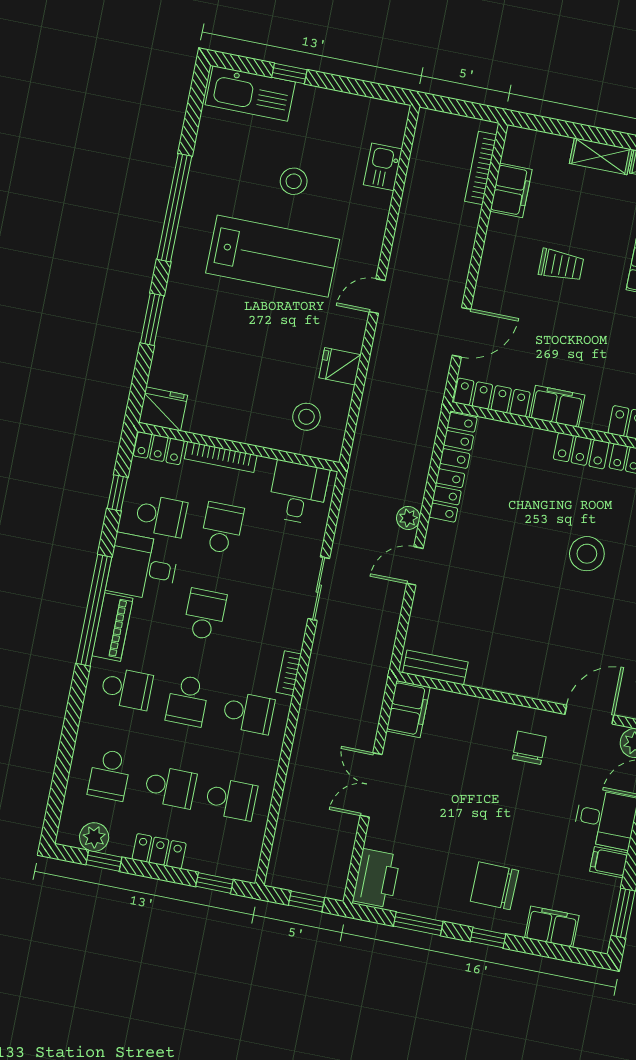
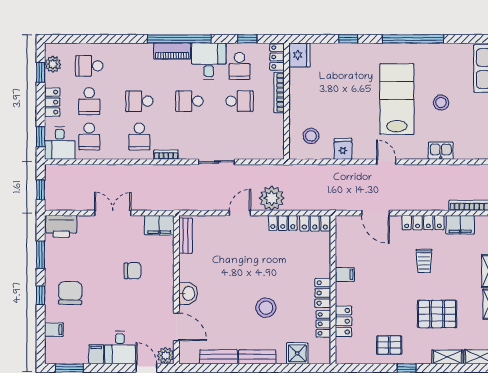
kitchen sink: (383, 167) -> (441, 151), moved
lab bench: (273, 256) -> (397, 99), turned 180
window: (152, 319) -> (348, 39), width x0.67
locker: (492, 397) -> (423, 223), moved, turned 90
filing cabinet: (557, 406) -> (345, 275), width x0.50
desk: (298, 493) -> (60, 143), moved, turned 90
plant: (408, 518) -> (272, 198), width x1.87, depth x1.87
door: (415, 566) -> (240, 213), hinge flipped
school desk: (205, 614) -> (189, 101), turned 180
washbasin: (536, 683) -> (188, 293), added
school desk: (127, 689) -> (139, 66), removed
chair: (529, 748) -> (133, 271), moved
filing cabinet: (552, 927) -> (54, 330), width x0.50

